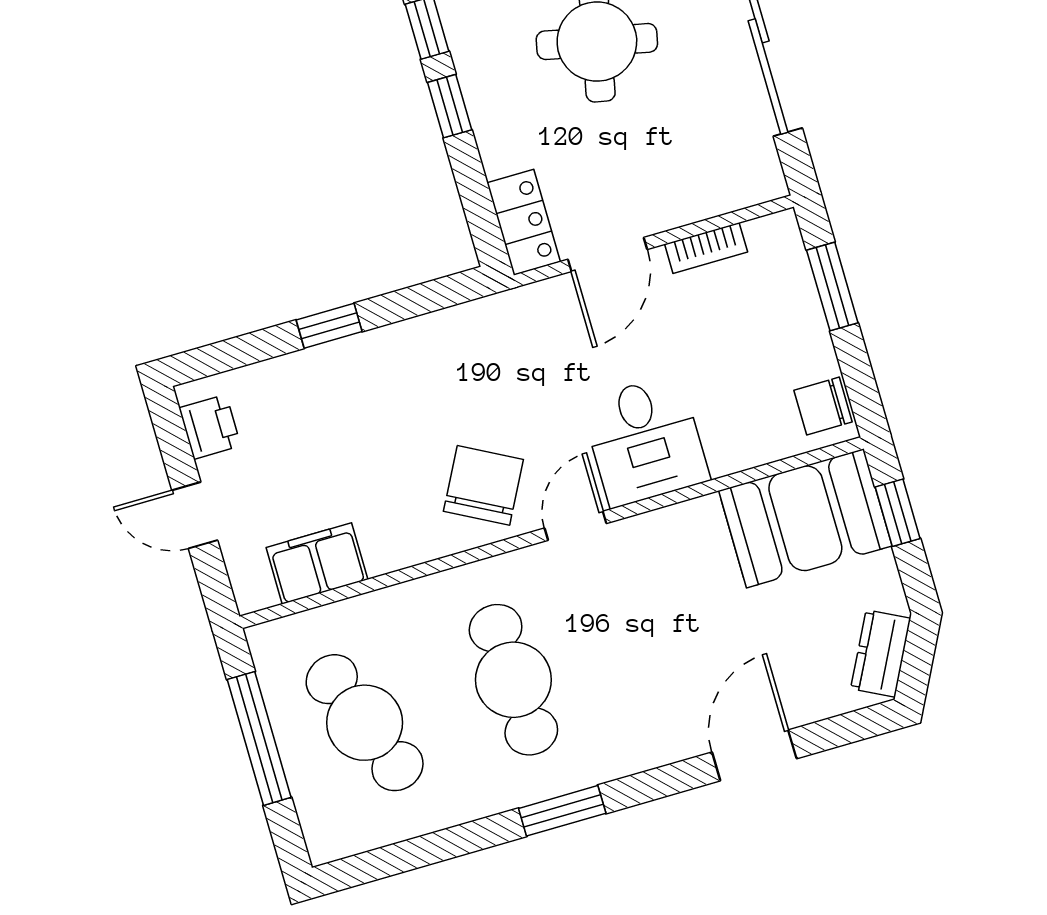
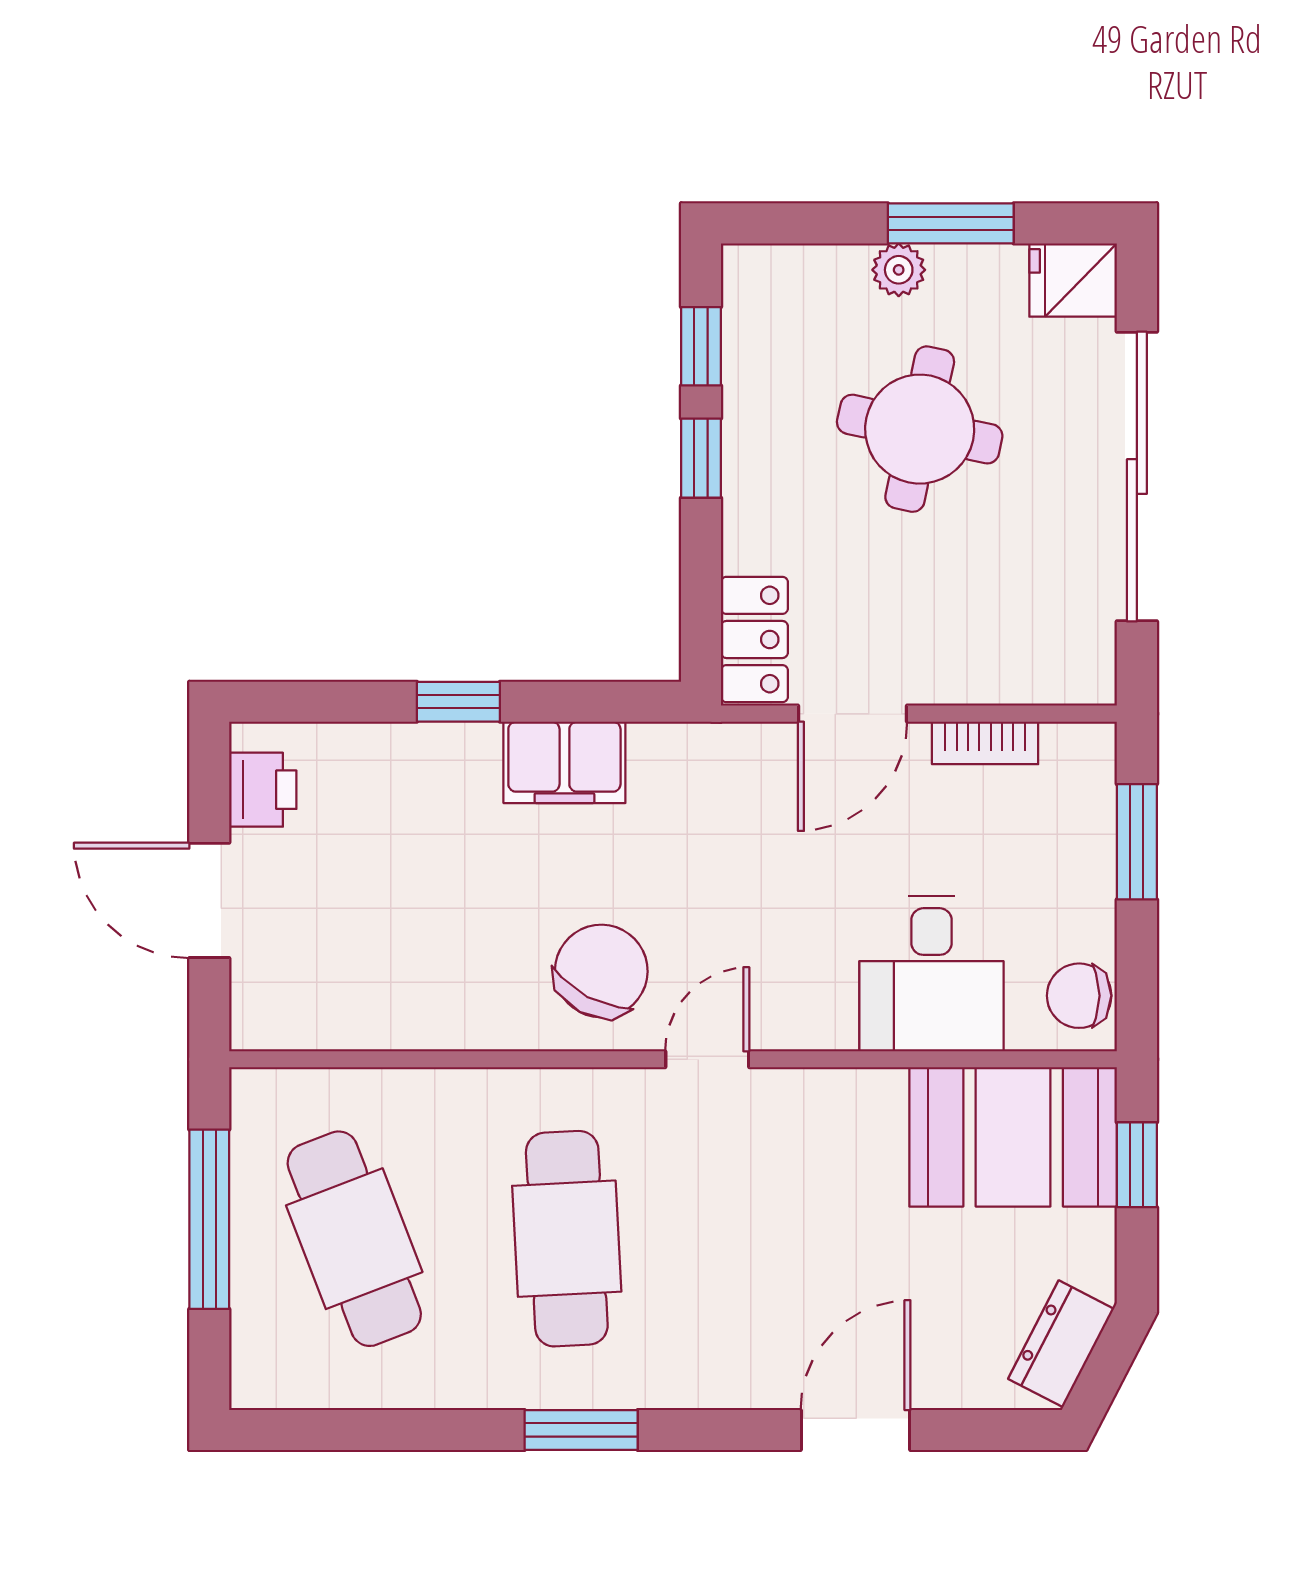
desk: (645, 441) -> (931, 974), moved
door: (195, 515) -> (209, 900), width x1.37
filing cabinet: (317, 563) -> (564, 762), moved, turned 180

